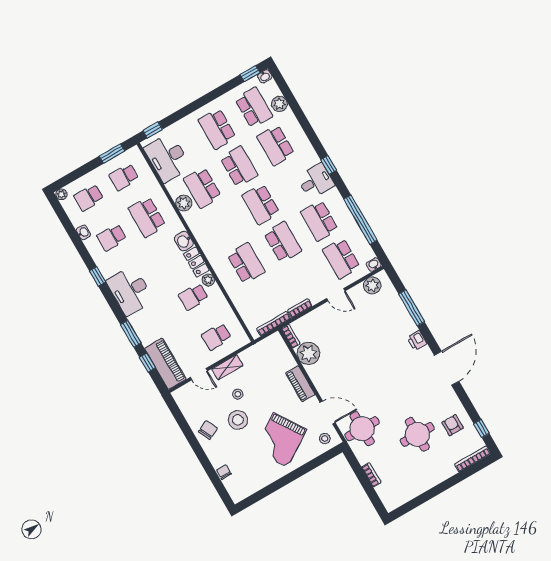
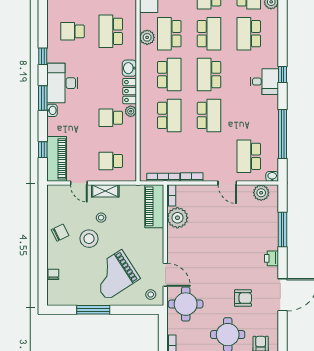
school desk: (319, 221) -> (169, 75), moved, turned 180
washbasin: (83, 232) -> (52, 110), moved
window: (131, 334) -> (43, 98), moved
piano: (300, 384) -> (154, 206), moved, width x1.37, depth x1.33
armchair: (412, 392) -> (243, 298), added
window: (280, 483) -> (93, 310), added

